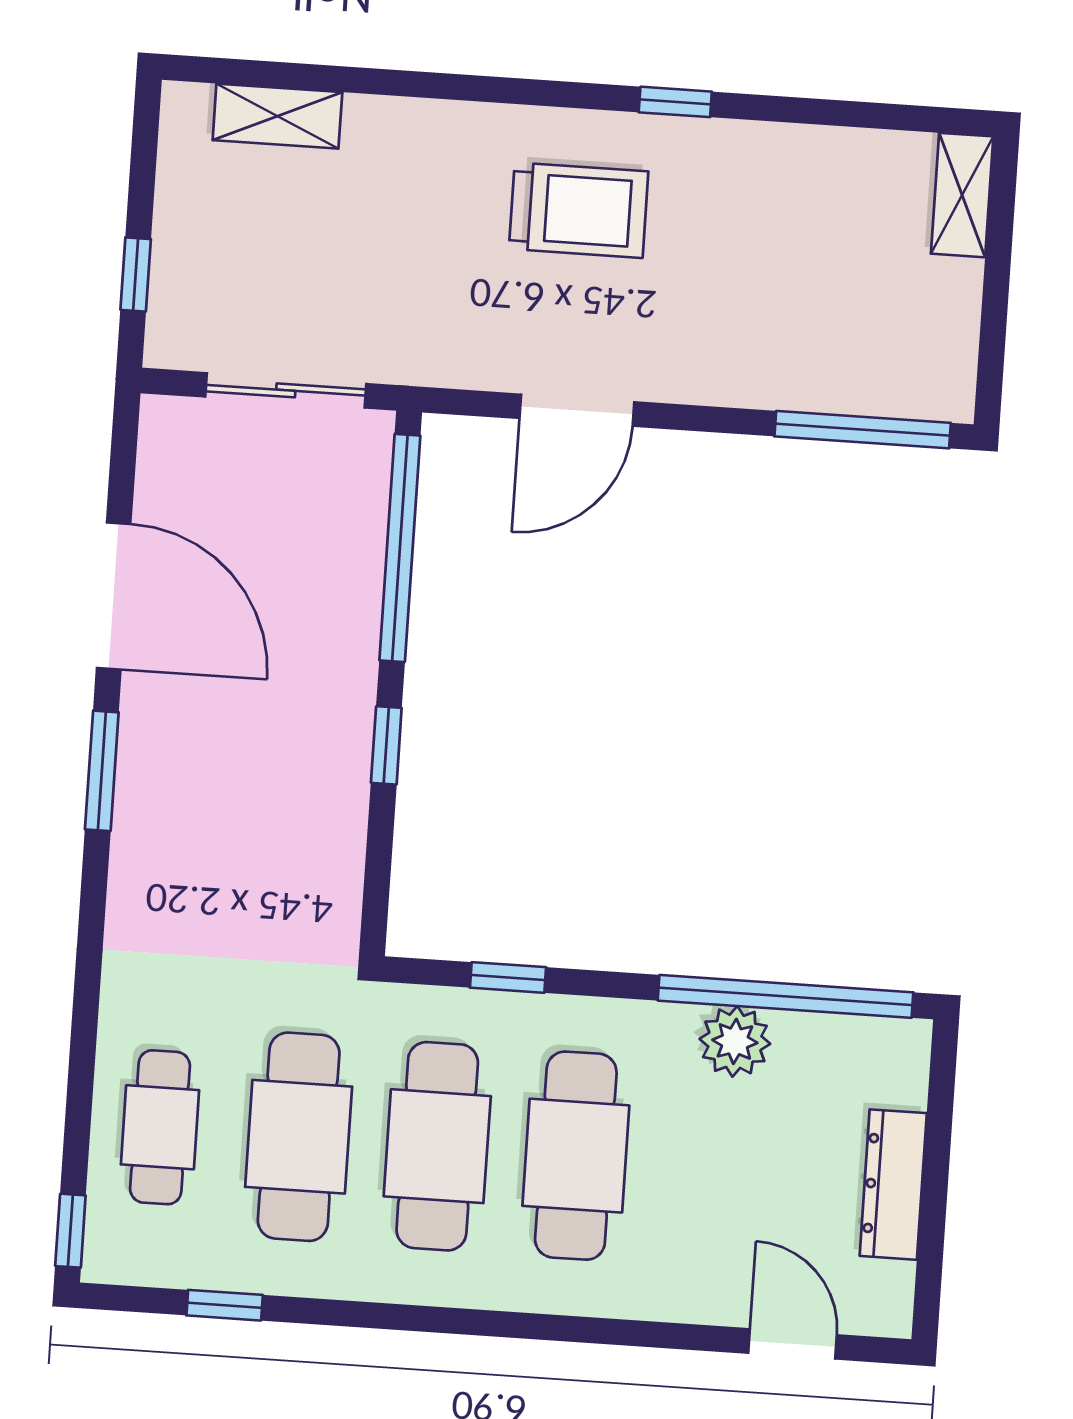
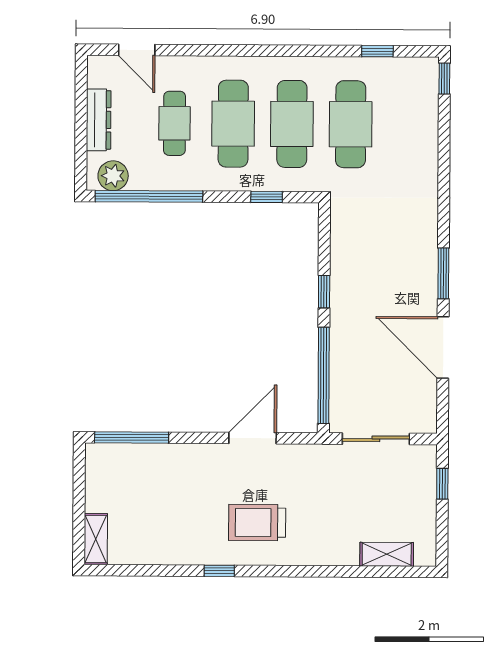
plant: (735, 1041) -> (113, 176), moved
cafe table: (160, 1127) -> (174, 123), moved

